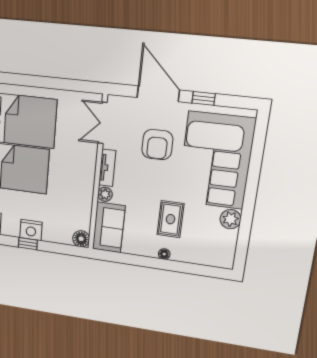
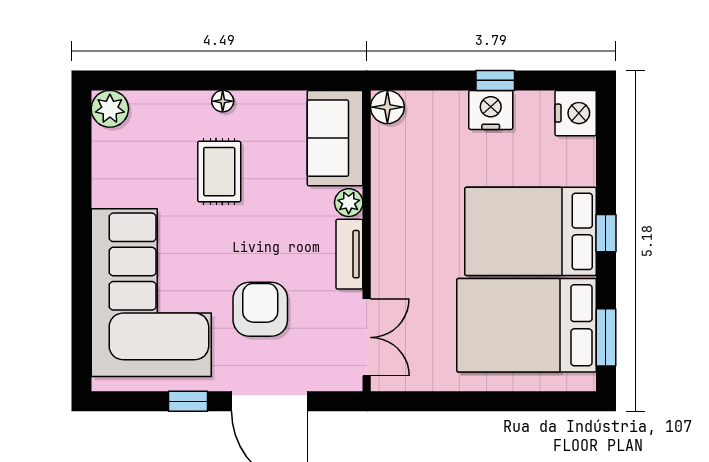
plant: (230, 219) -> (110, 109), moved

